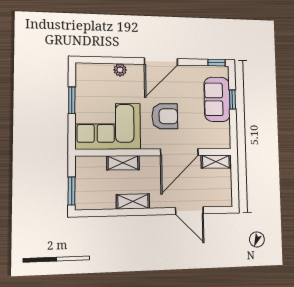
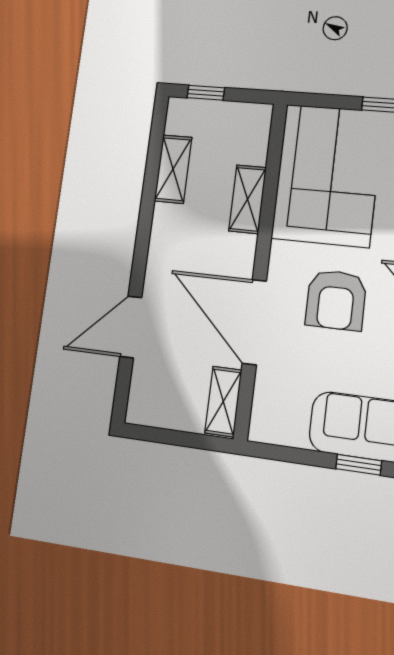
window: (72, 191) -> (206, 93), width x0.67
shelving: (133, 201) -> (173, 169), moved

